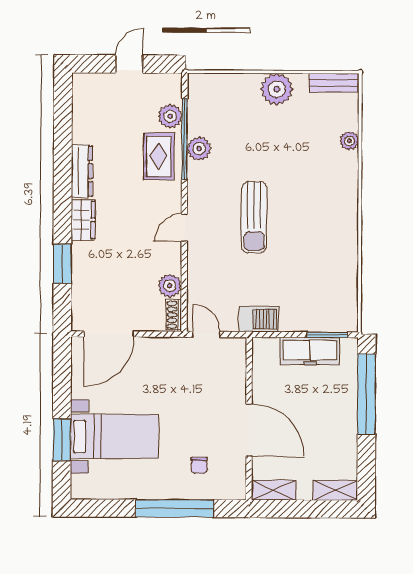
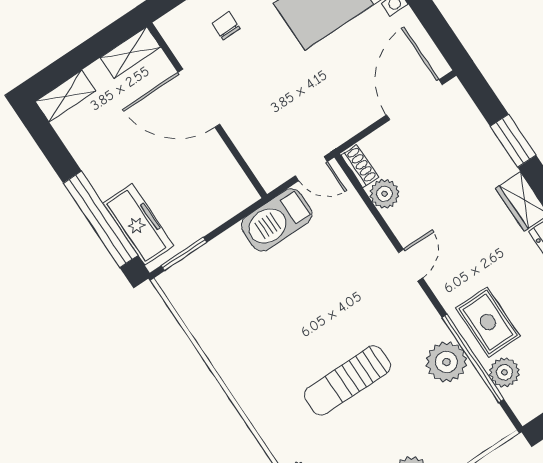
plant: (199, 149) -> (446, 362), width x1.36, depth x1.36
sun lounger: (254, 217) -> (347, 380), moved, turned -90
barbecue: (259, 319) -> (277, 220), width x1.37, depth x1.21
freezer: (310, 351) -> (138, 224), moved, turned 90

